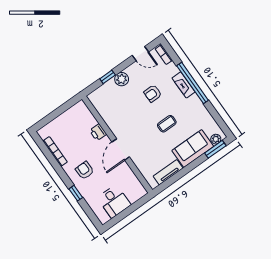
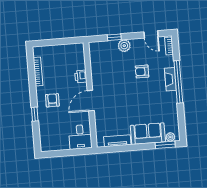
coffee table: (167, 124) -> (139, 102), removed
desk: (114, 201) -> (80, 137), moved

